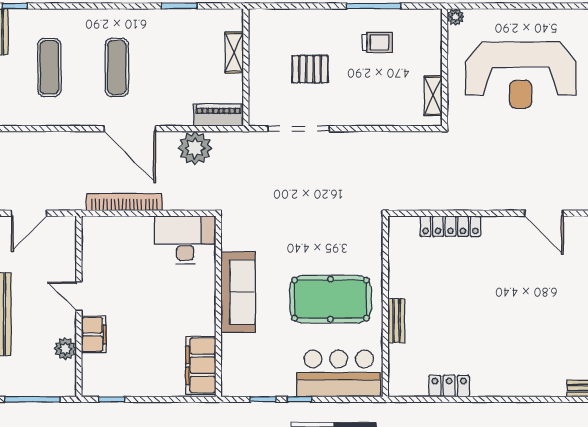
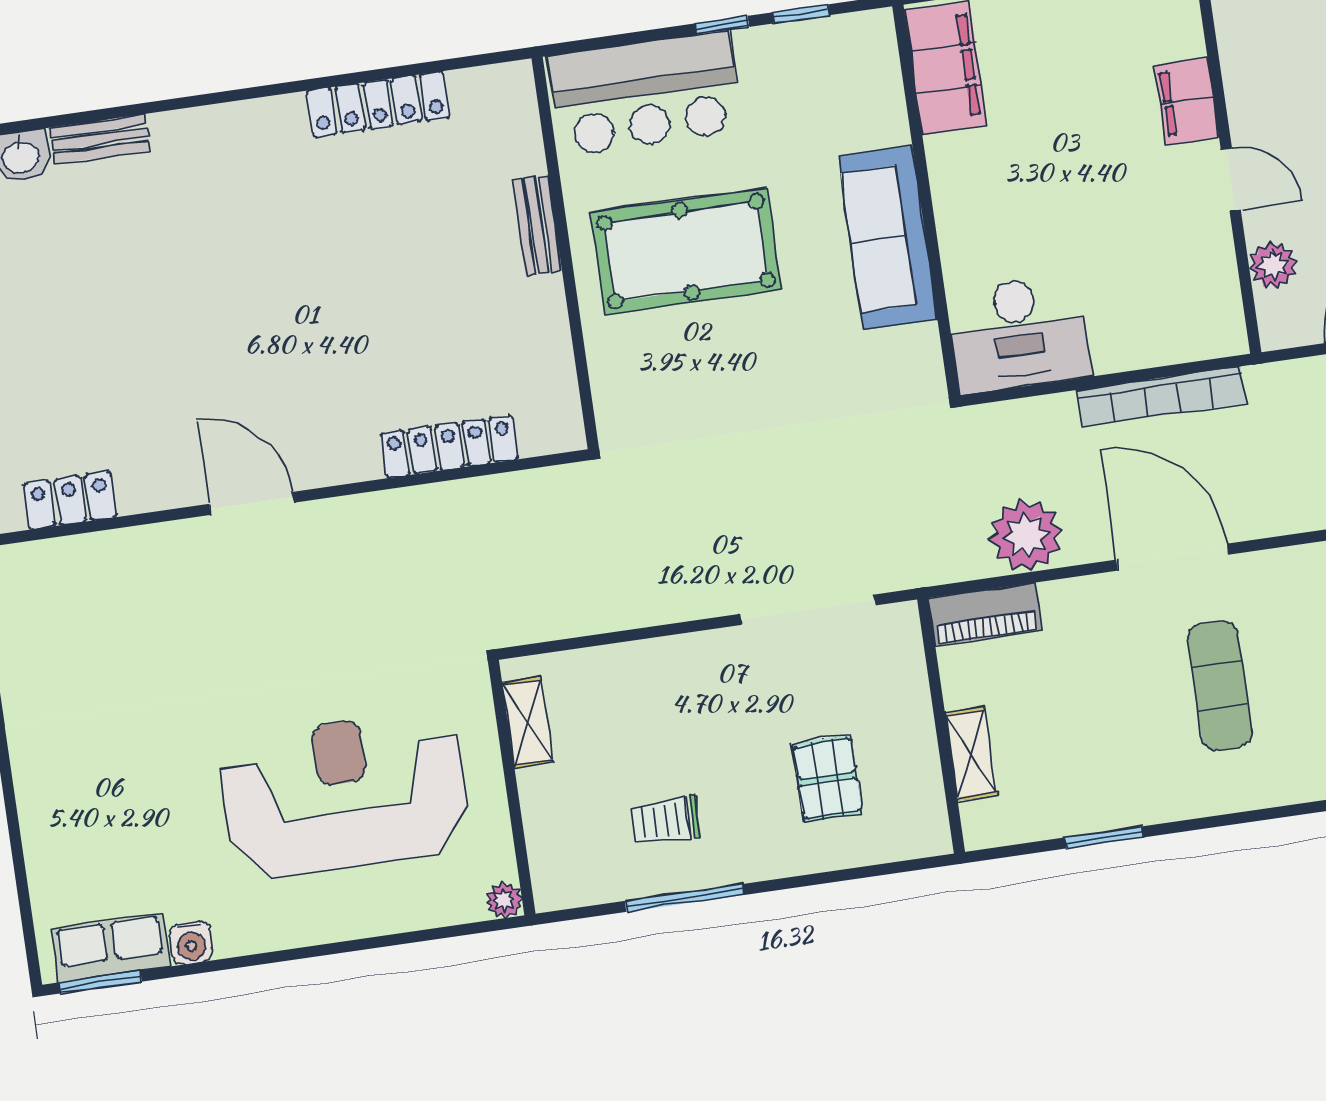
pallet: (310, 69) -> (827, 778), moved, turned 90
plant: (65, 349) -> (1273, 265), moved
locker: (449, 386) -> (378, 104), width x1.53

